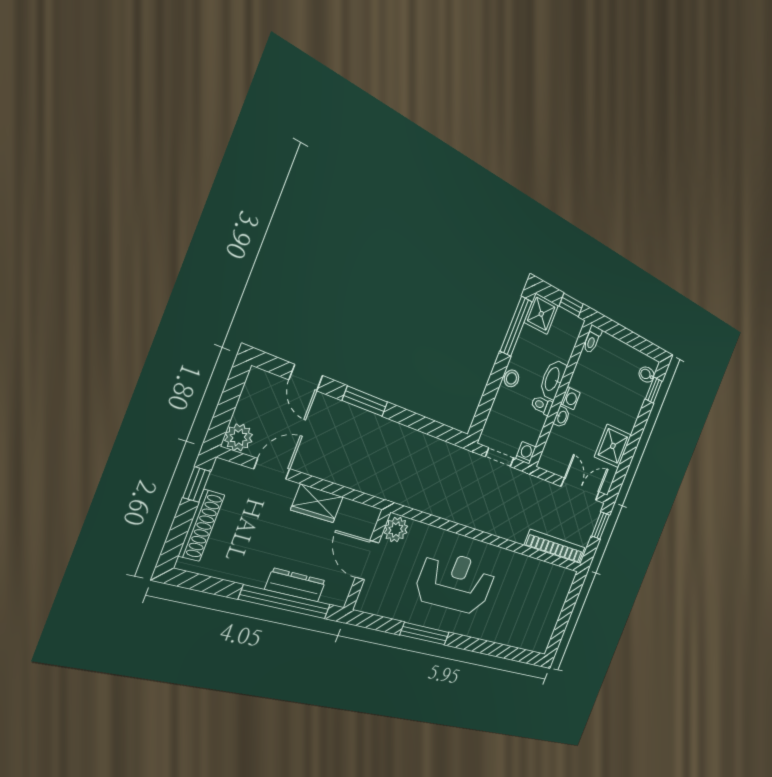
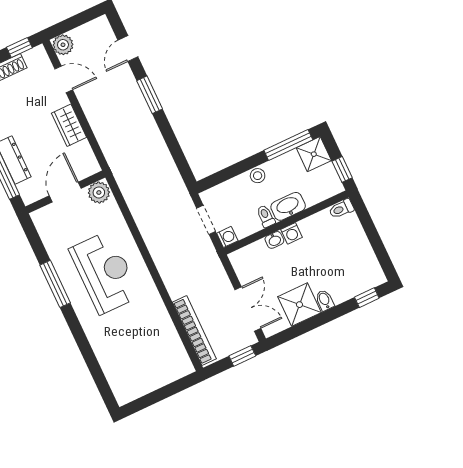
bidet: (647, 375) -> (325, 300), moved

